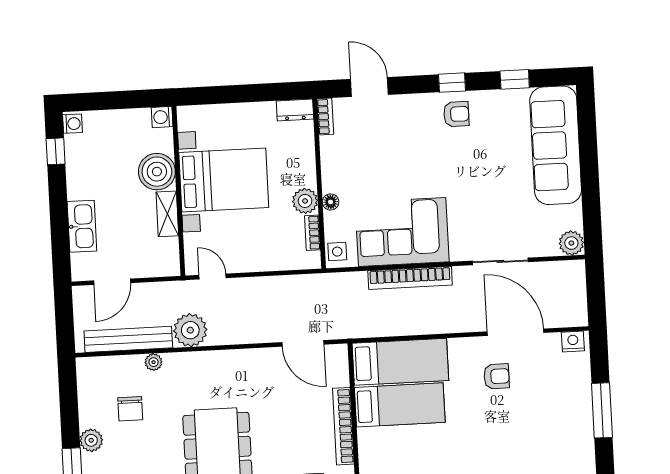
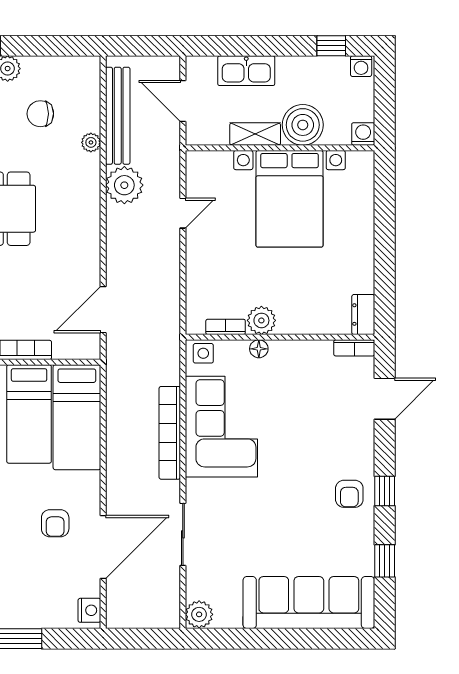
washing machine: (162, 117) -> (363, 134), moved
boiler: (157, 172) -> (303, 125), moved
bed with nightstands: (224, 180) -> (290, 199), moved
wall: (179, 191) -> (280, 148), moved
shelving: (167, 214) -> (255, 134), moved

